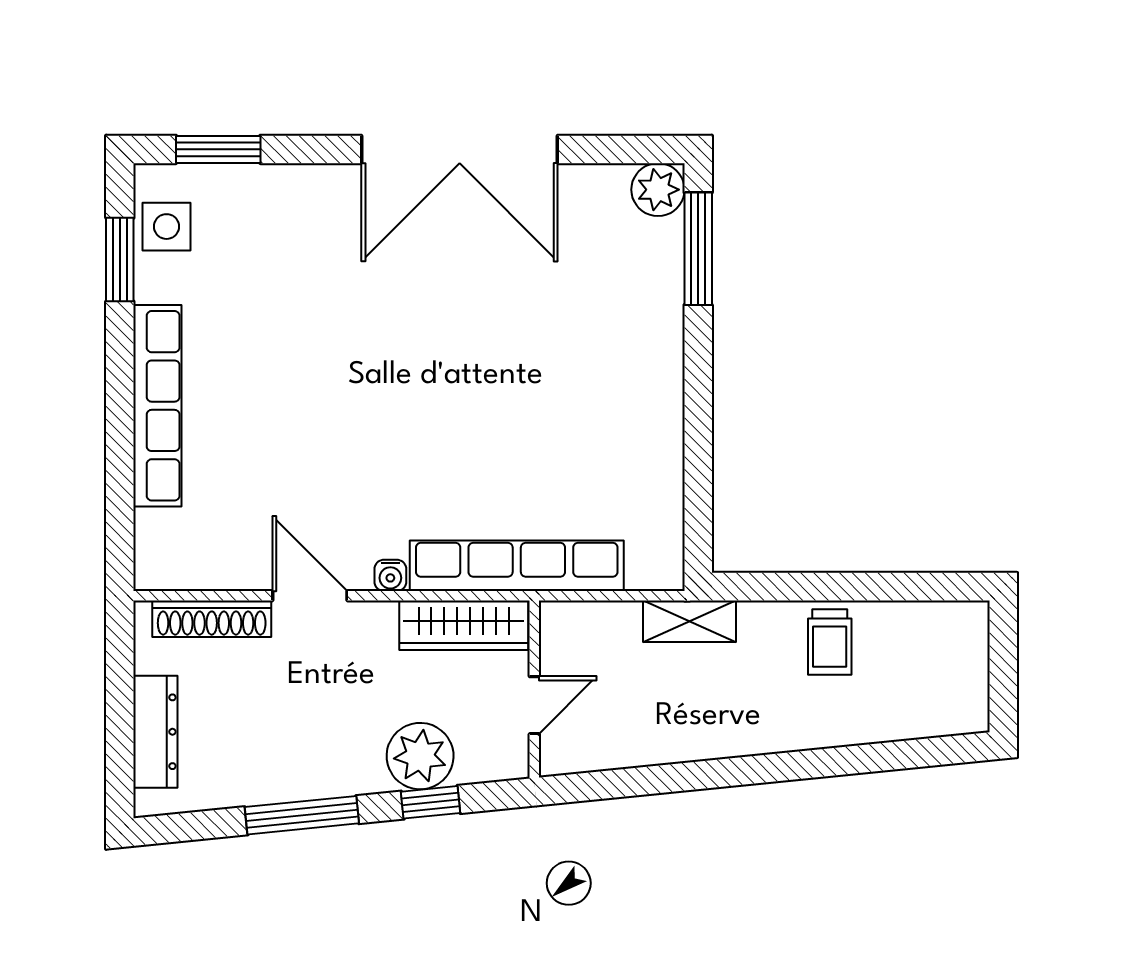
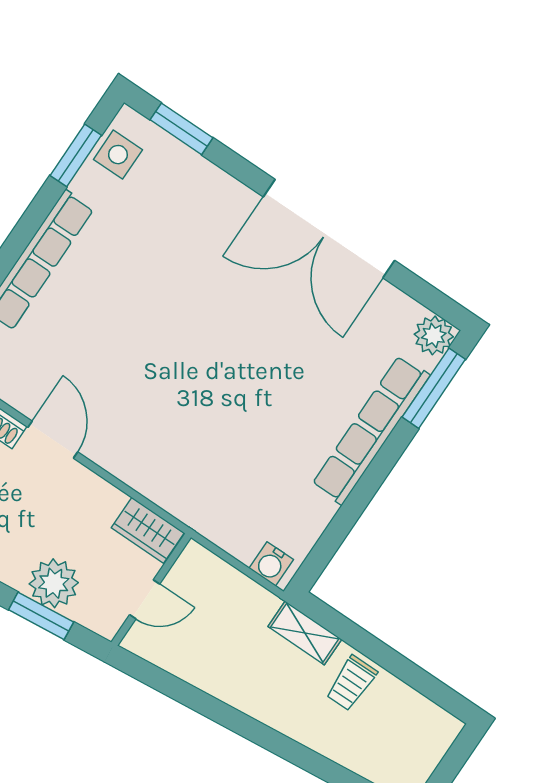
row of seats: (517, 566) -> (371, 430), moved, turned -90
water cooler: (390, 575) -> (271, 564), moved, width x1.38, depth x1.38
shelving: (689, 621) -> (305, 633), moved
wardrobe: (464, 625) -> (148, 530), width x0.67
window: (431, 802) -> (41, 616), width x1.50

